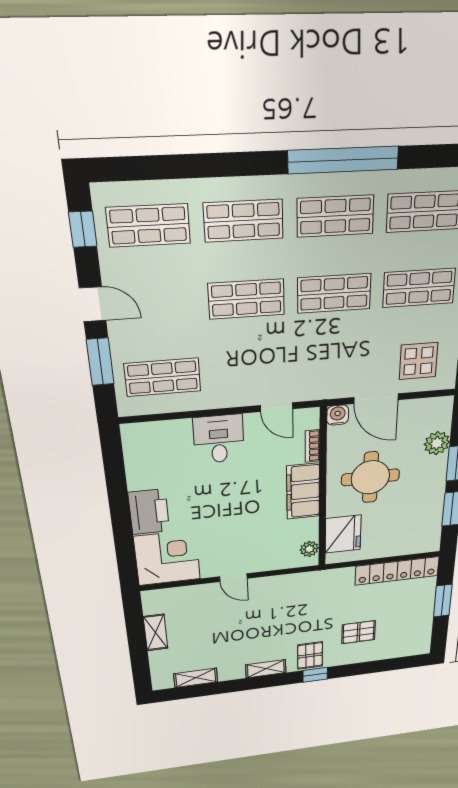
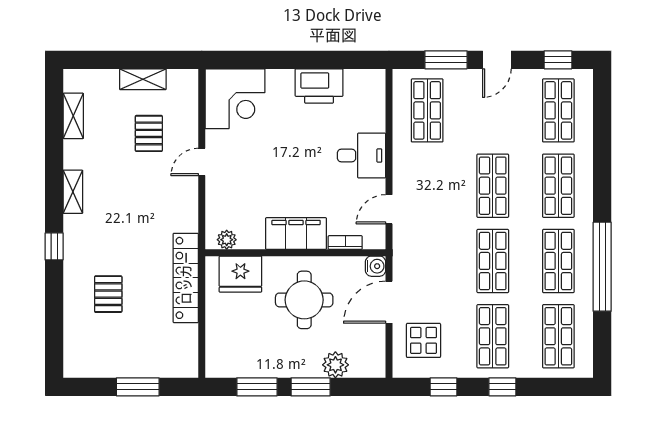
printer: (149, 512) -> (319, 86), moved
locker: (397, 571) -> (186, 278), moved
pallet: (310, 656) -> (149, 133), moved, turned 90

